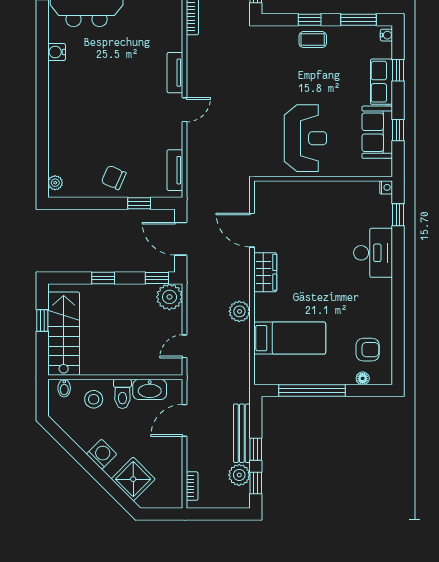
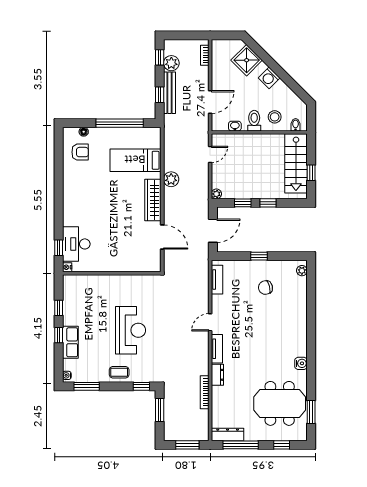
window: (310, 20) -> (141, 386), moved
dresser: (174, 36) -> (217, 375), added
window: (398, 70) -> (59, 335), moved
sofa: (377, 132) -> (73, 306), removed
reception desk: (305, 138) -> (130, 330), moved, turned 180
chair: (114, 178) -> (265, 288), moved, turned 142
window: (139, 203) -> (259, 256), moved
door: (181, 239) -> (213, 231), hinge flipped
desk: (373, 253) -> (76, 244), moved
wardrobe: (265, 272) -> (153, 200), width x1.50
window: (157, 278) -> (243, 203), moved
plant: (169, 297) -> (216, 194), width x0.53, depth x0.53
armchair: (368, 350) -> (80, 152), turned 180
washbasin: (150, 389) -> (235, 126), width x0.52, depth x0.69
window: (256, 449) -> (160, 95), moved

